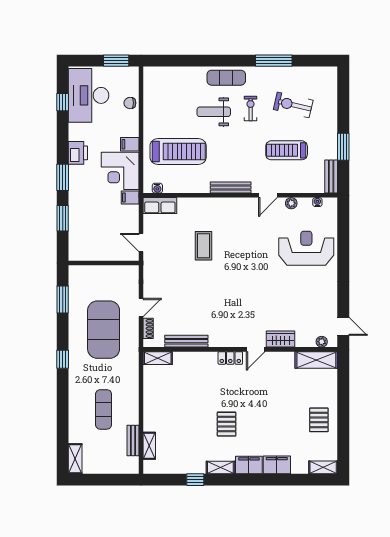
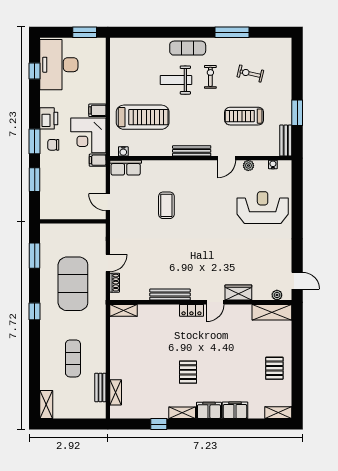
chair: (130, 103) -> (53, 145), moved
exercise bike: (293, 105) -> (250, 74), width x0.73, depth x0.72
bench: (186, 341) -> (170, 295), moved

